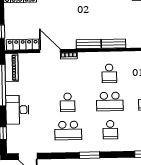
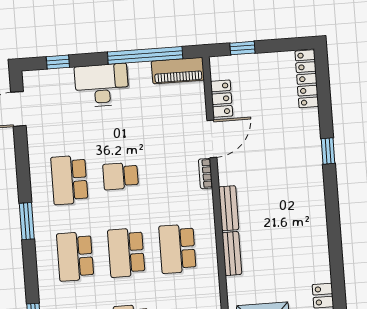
locker: (23, 45) -> (222, 99), width x0.66
school desk: (109, 73) -> (177, 249), width x1.85
school desk: (110, 130) -> (75, 256), width x1.85

